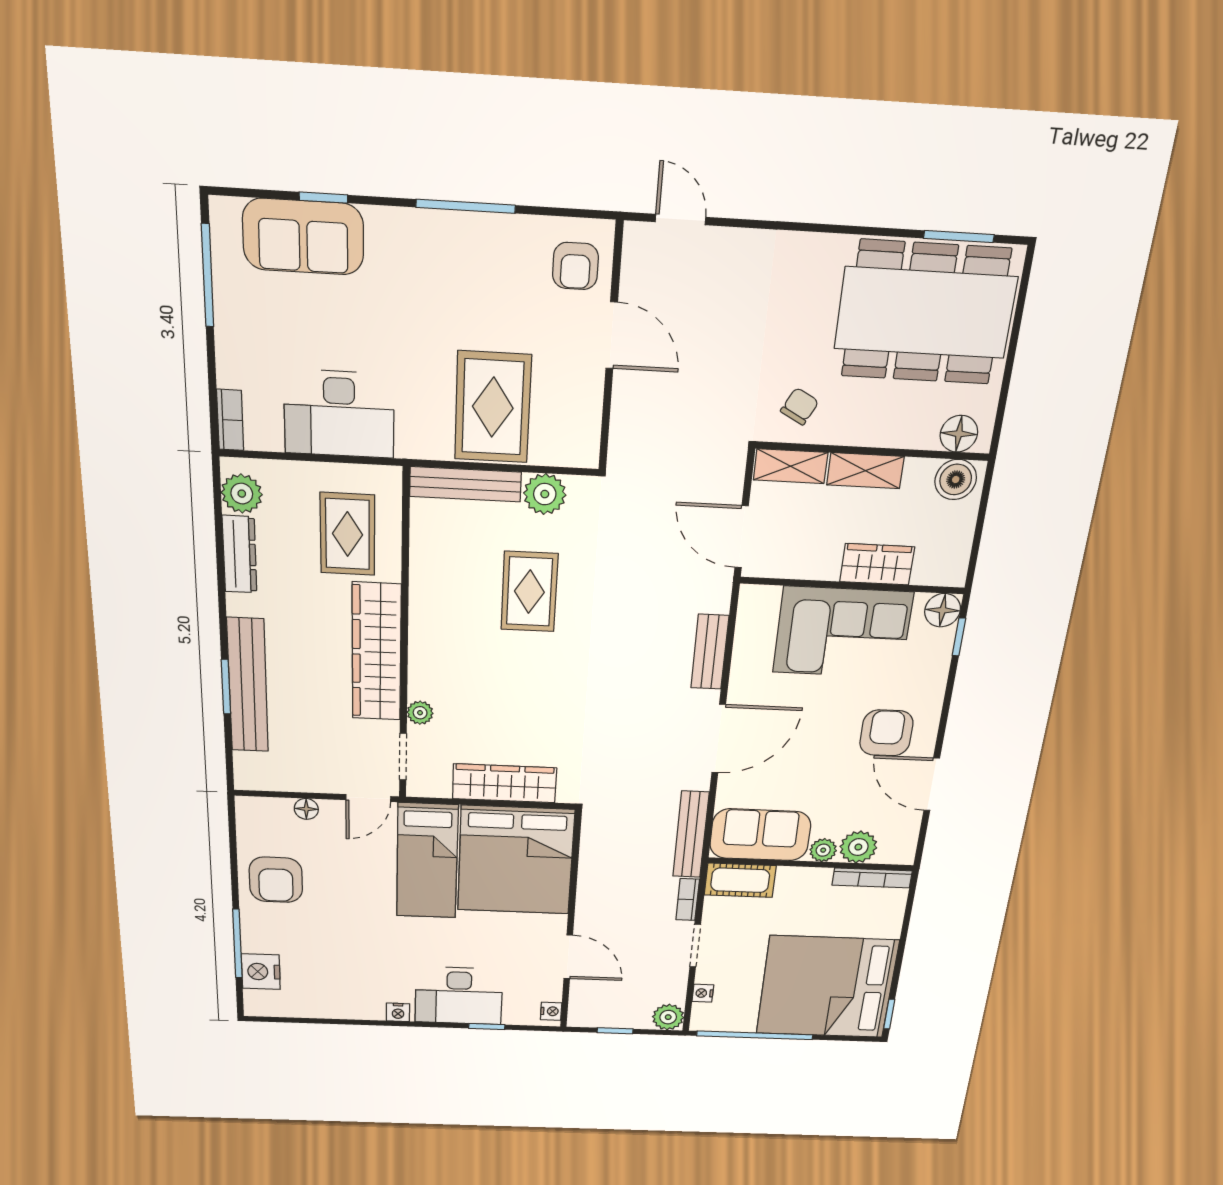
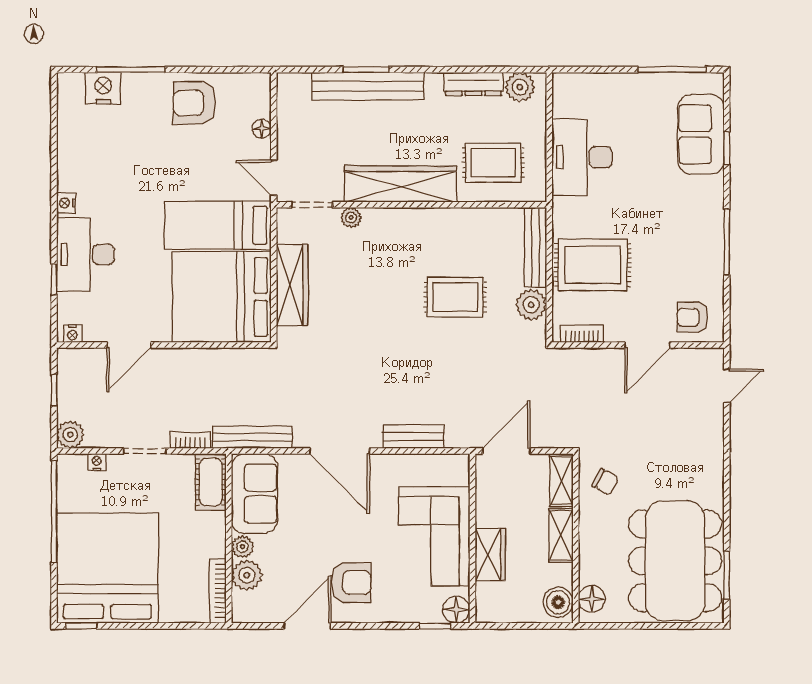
bookcase: (230, 420) -> (582, 334), moved, turned 180

